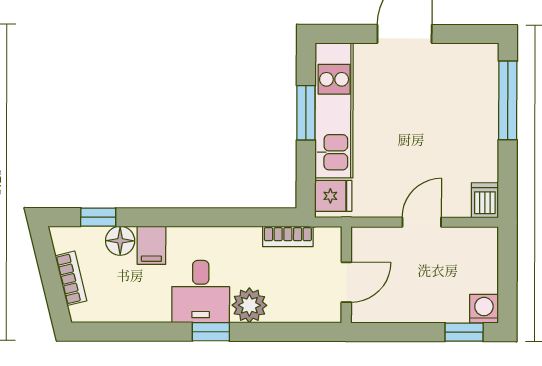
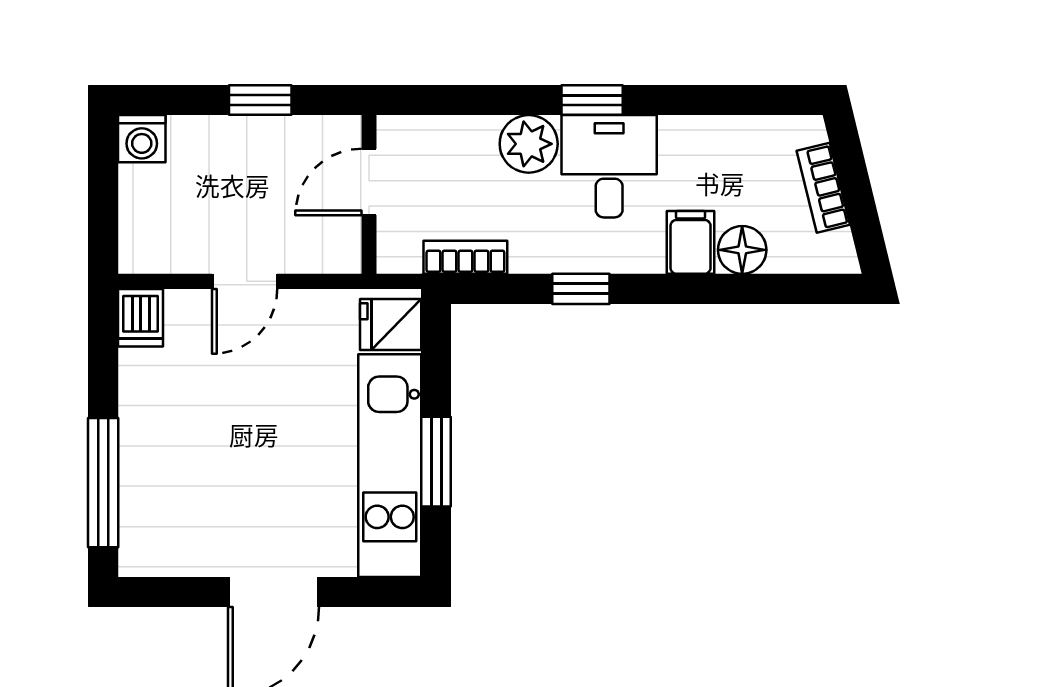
window: (98, 217) -> (581, 289), moved
window: (464, 332) -> (260, 100), moved

